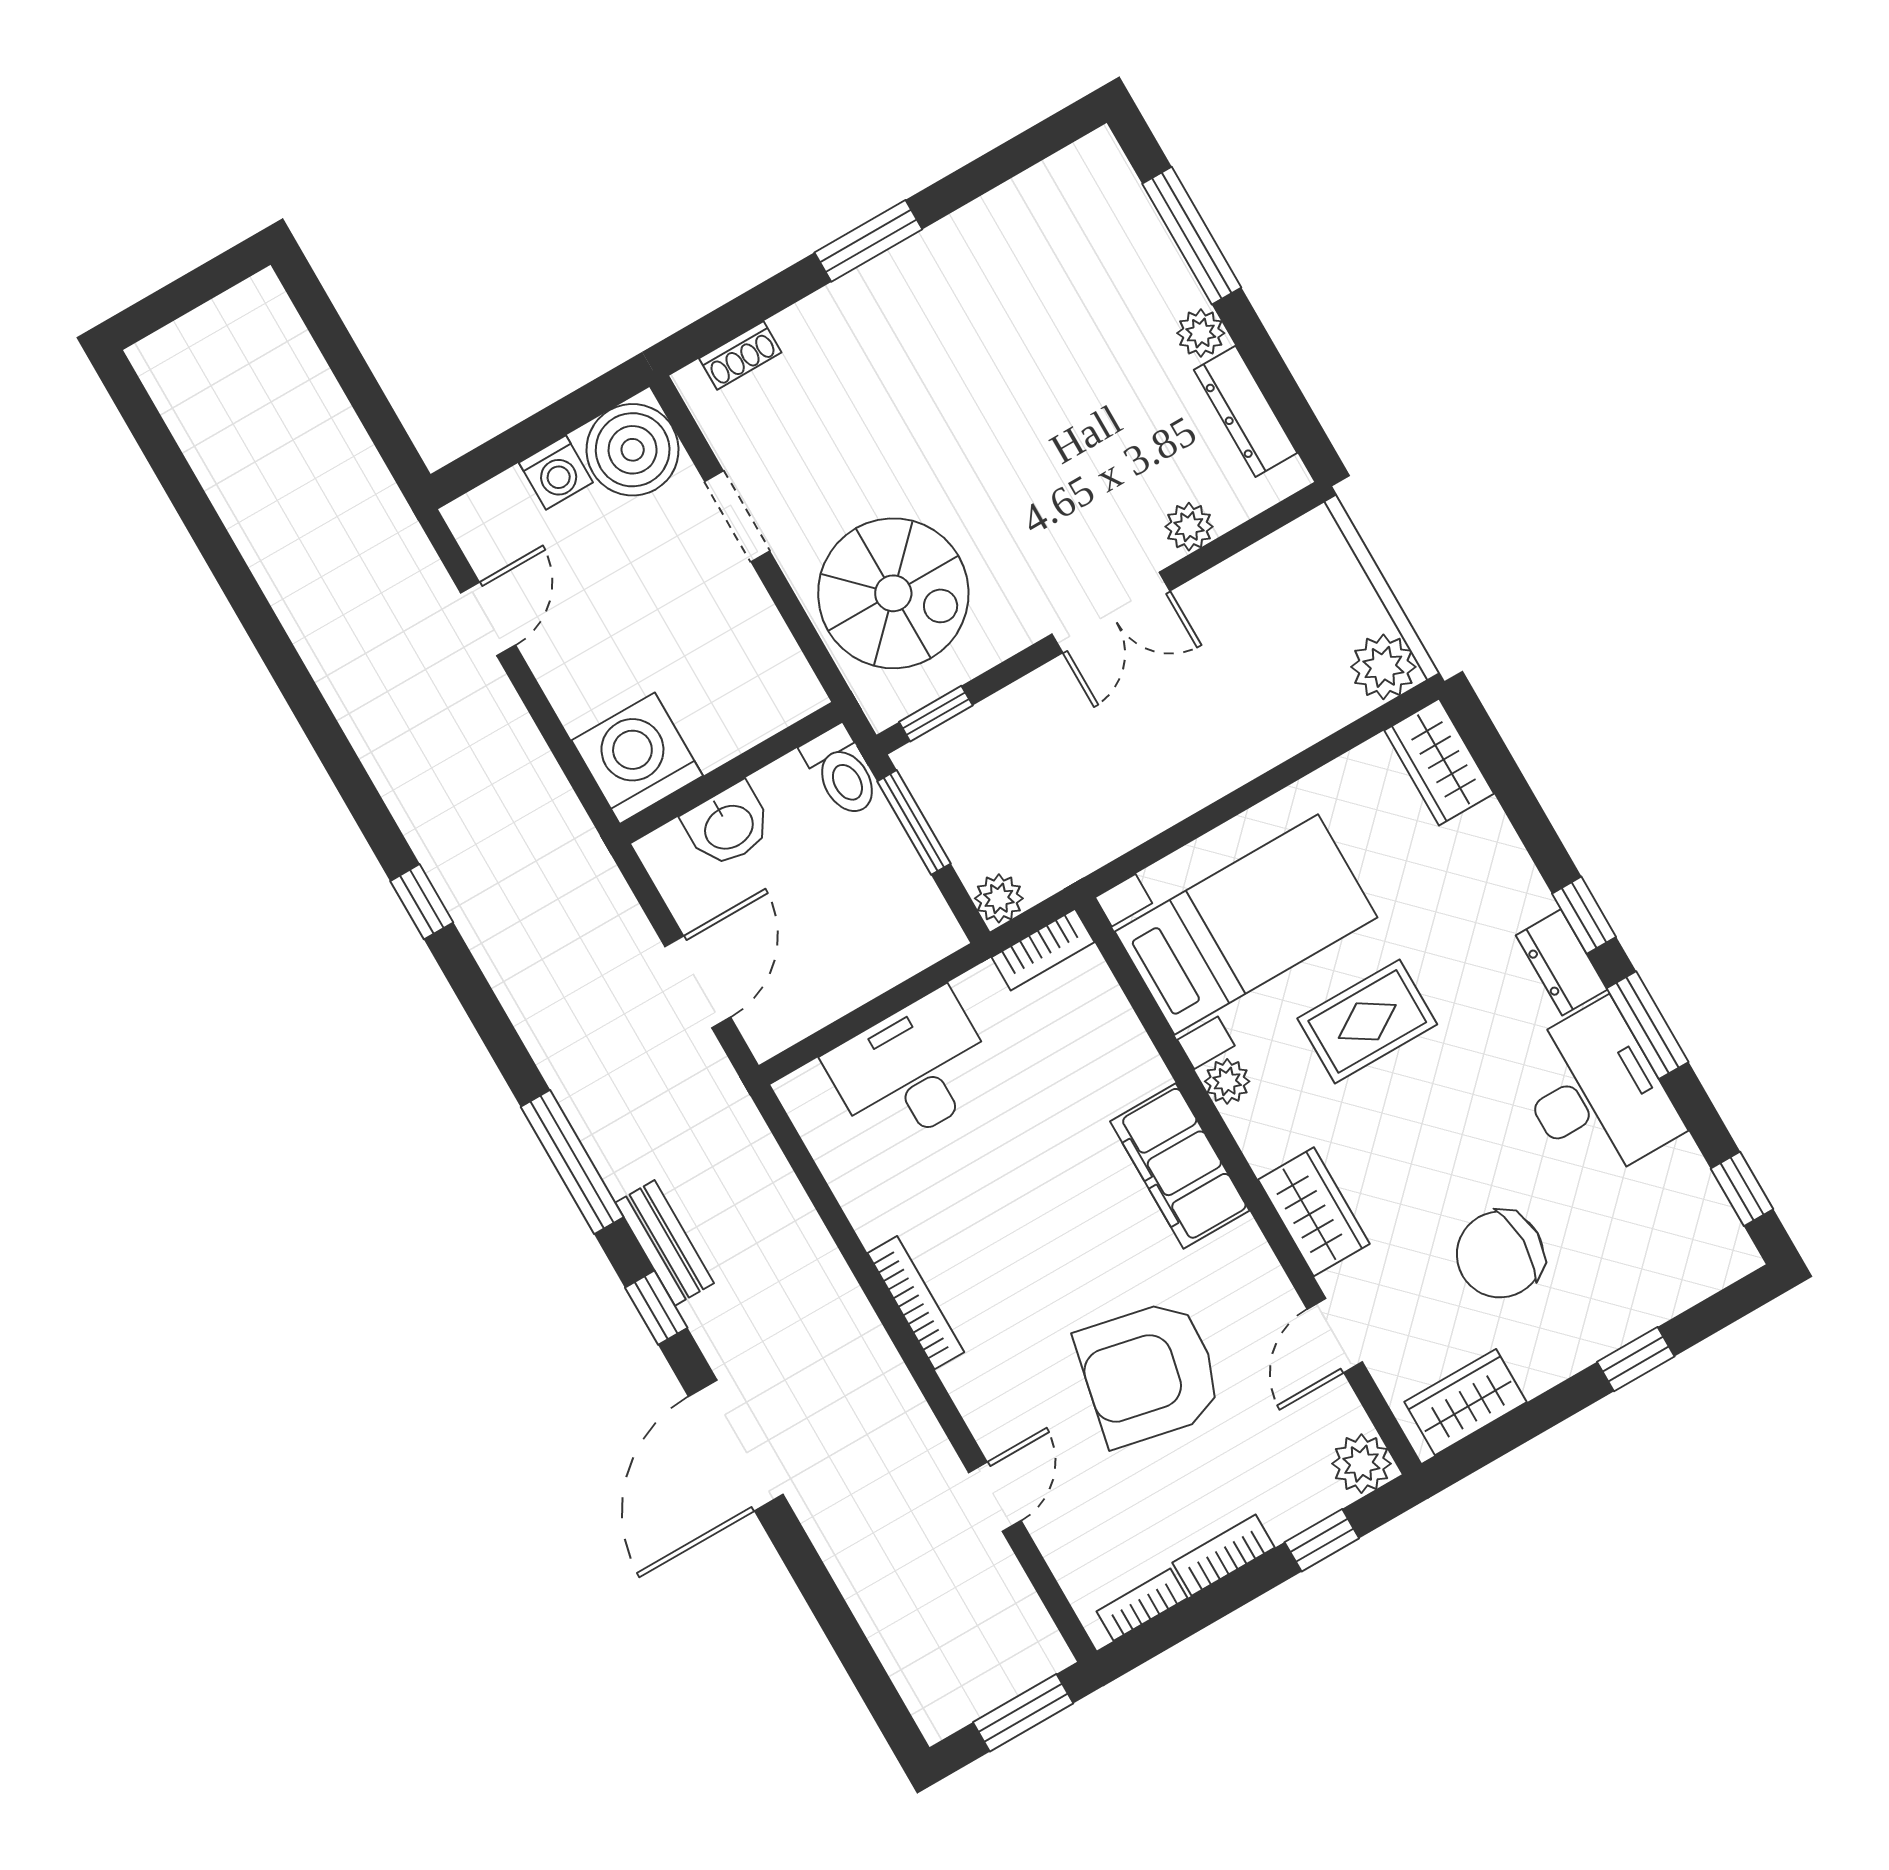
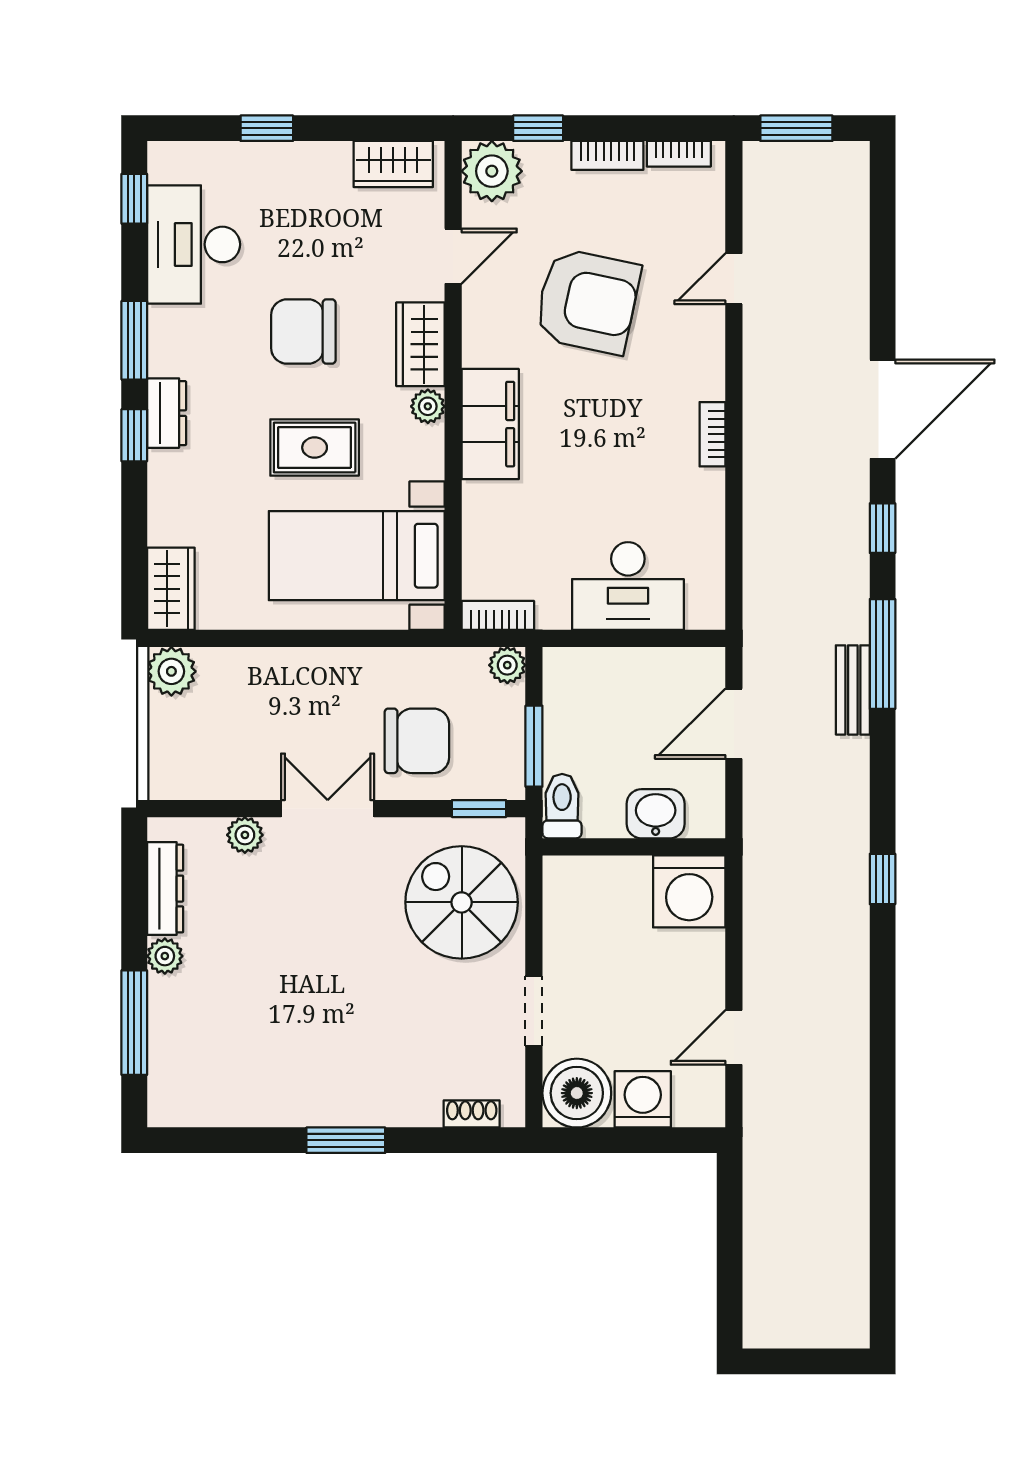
washing machine: (556, 472) -> (643, 1099), width x1.38, depth x1.38
chair: (1053, 750) -> (417, 741), added
plant: (1227, 1081) -> (428, 406), moved
desk: (1595, 1093) -> (194, 244), moved
bench: (665, 1243) -> (853, 690), moved
chair: (1500, 1254) -> (303, 331), moved, turned 180
bookcase: (916, 1303) -> (712, 434), width x0.64
plant: (1361, 1464) -> (492, 171), width x1.36, depth x1.36

